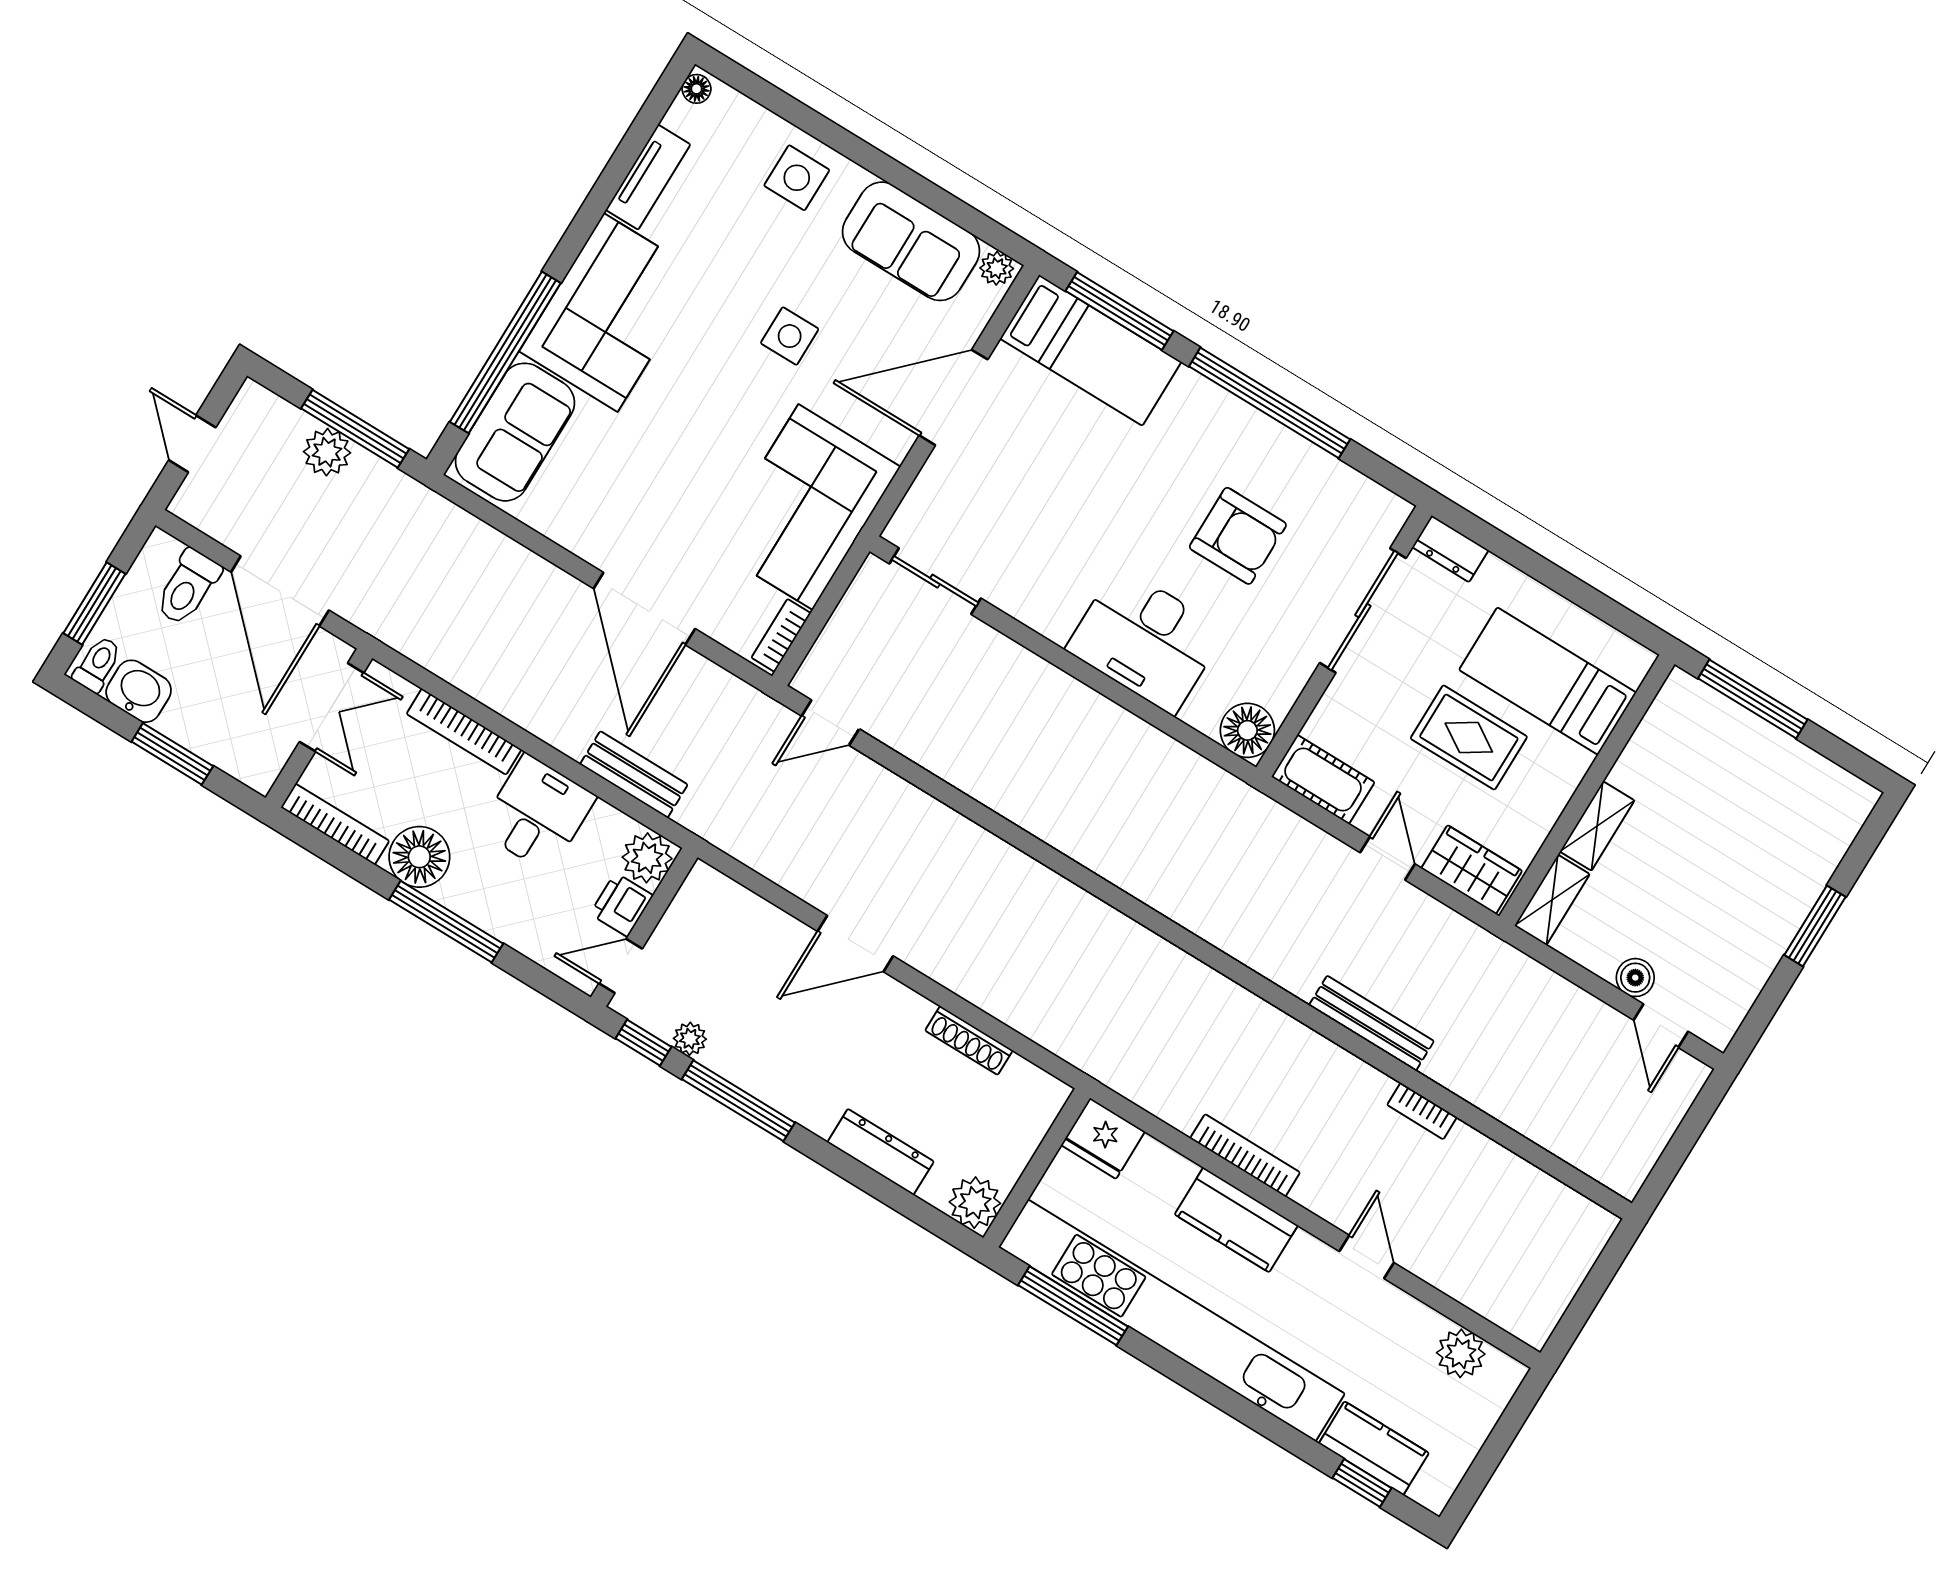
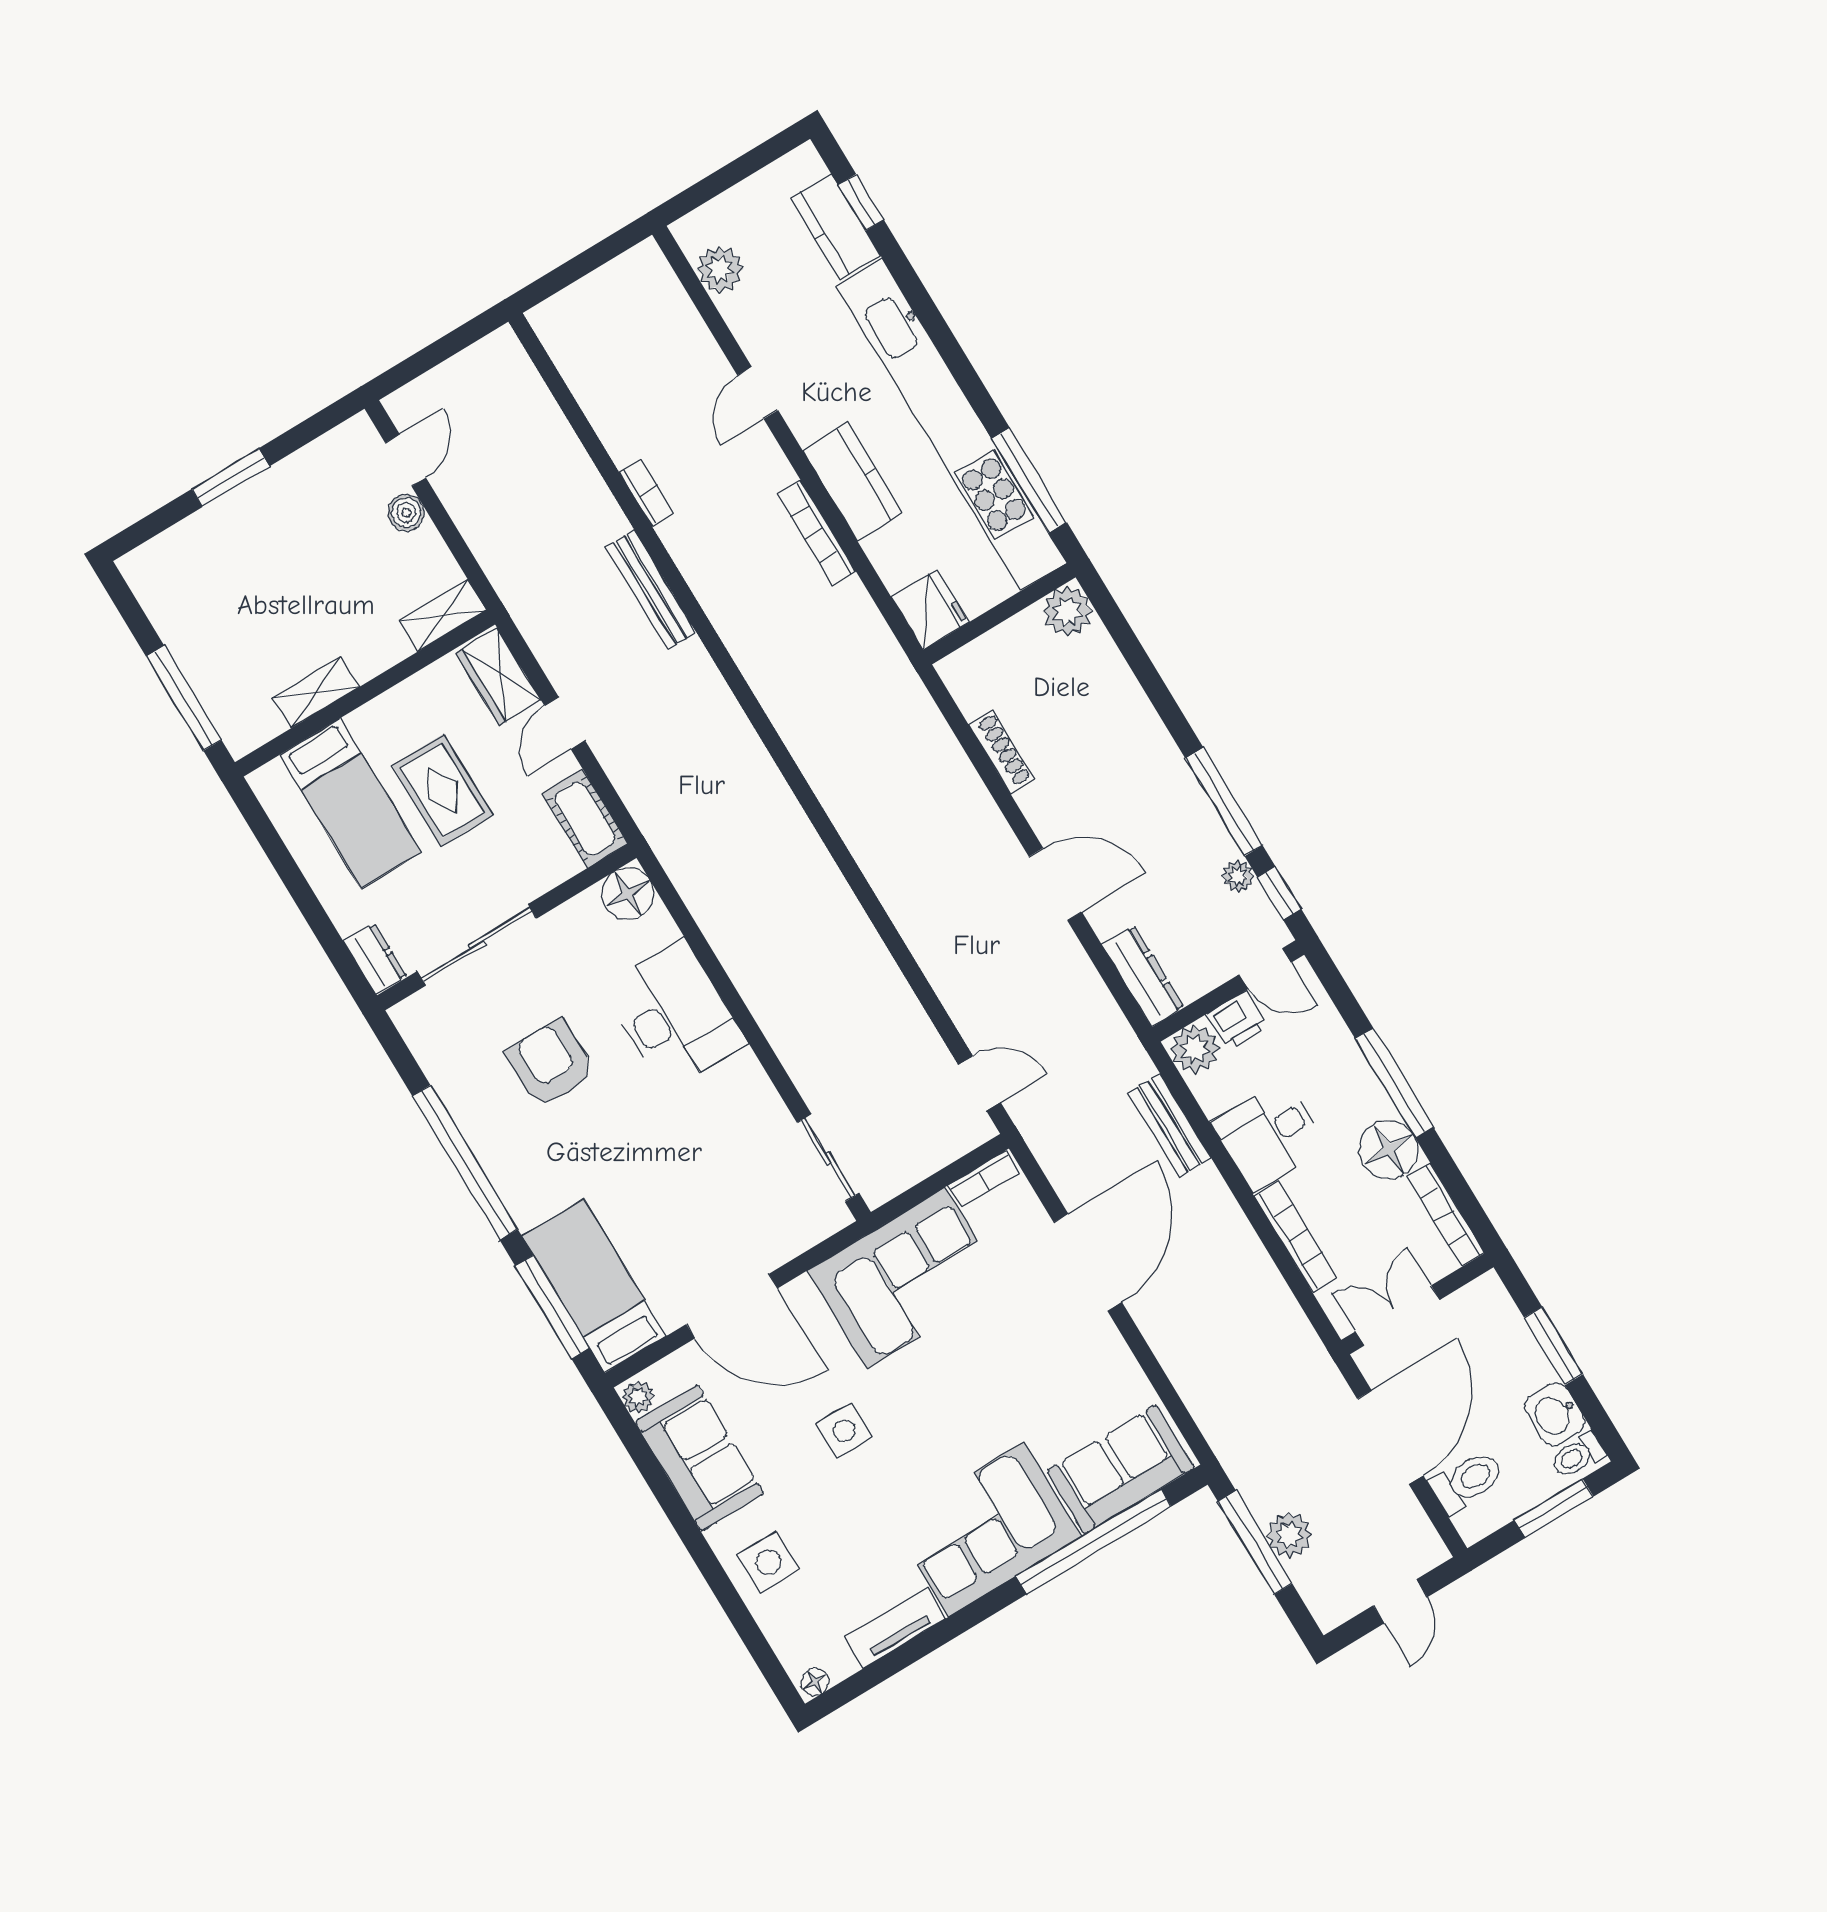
shelving: (1597, 826) -> (316, 692), moved
dresser: (881, 1152) -> (1143, 976), moved, turned 180

